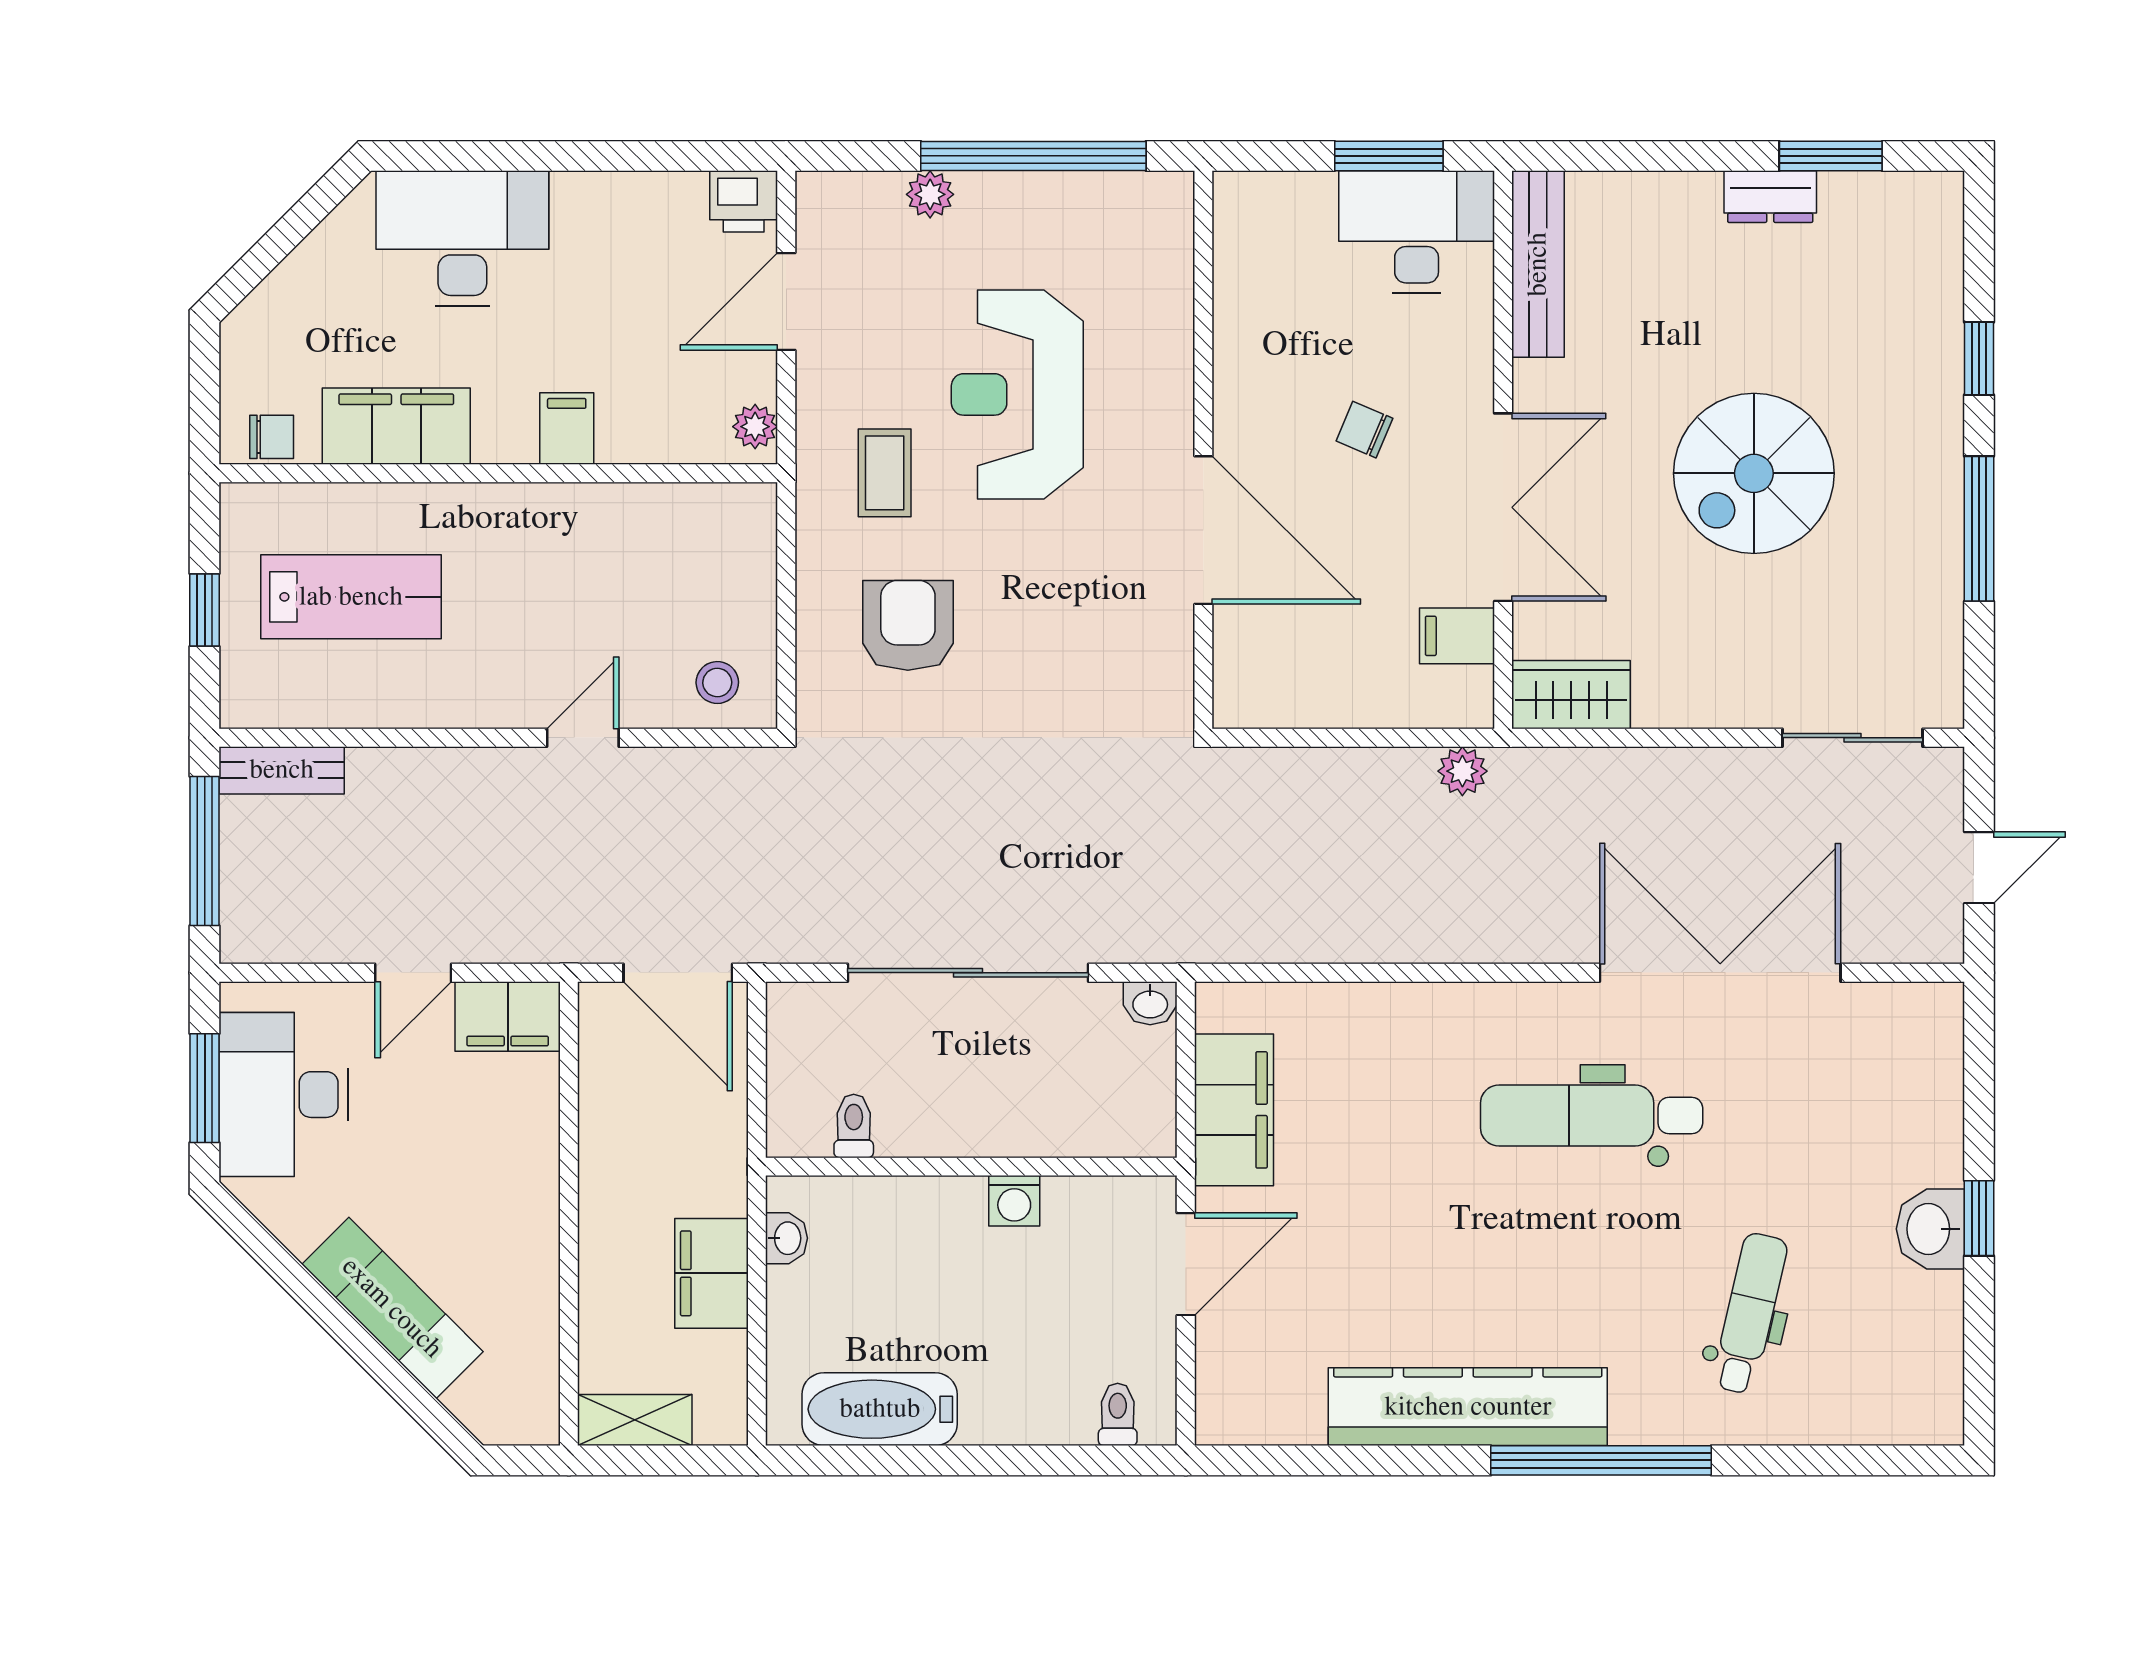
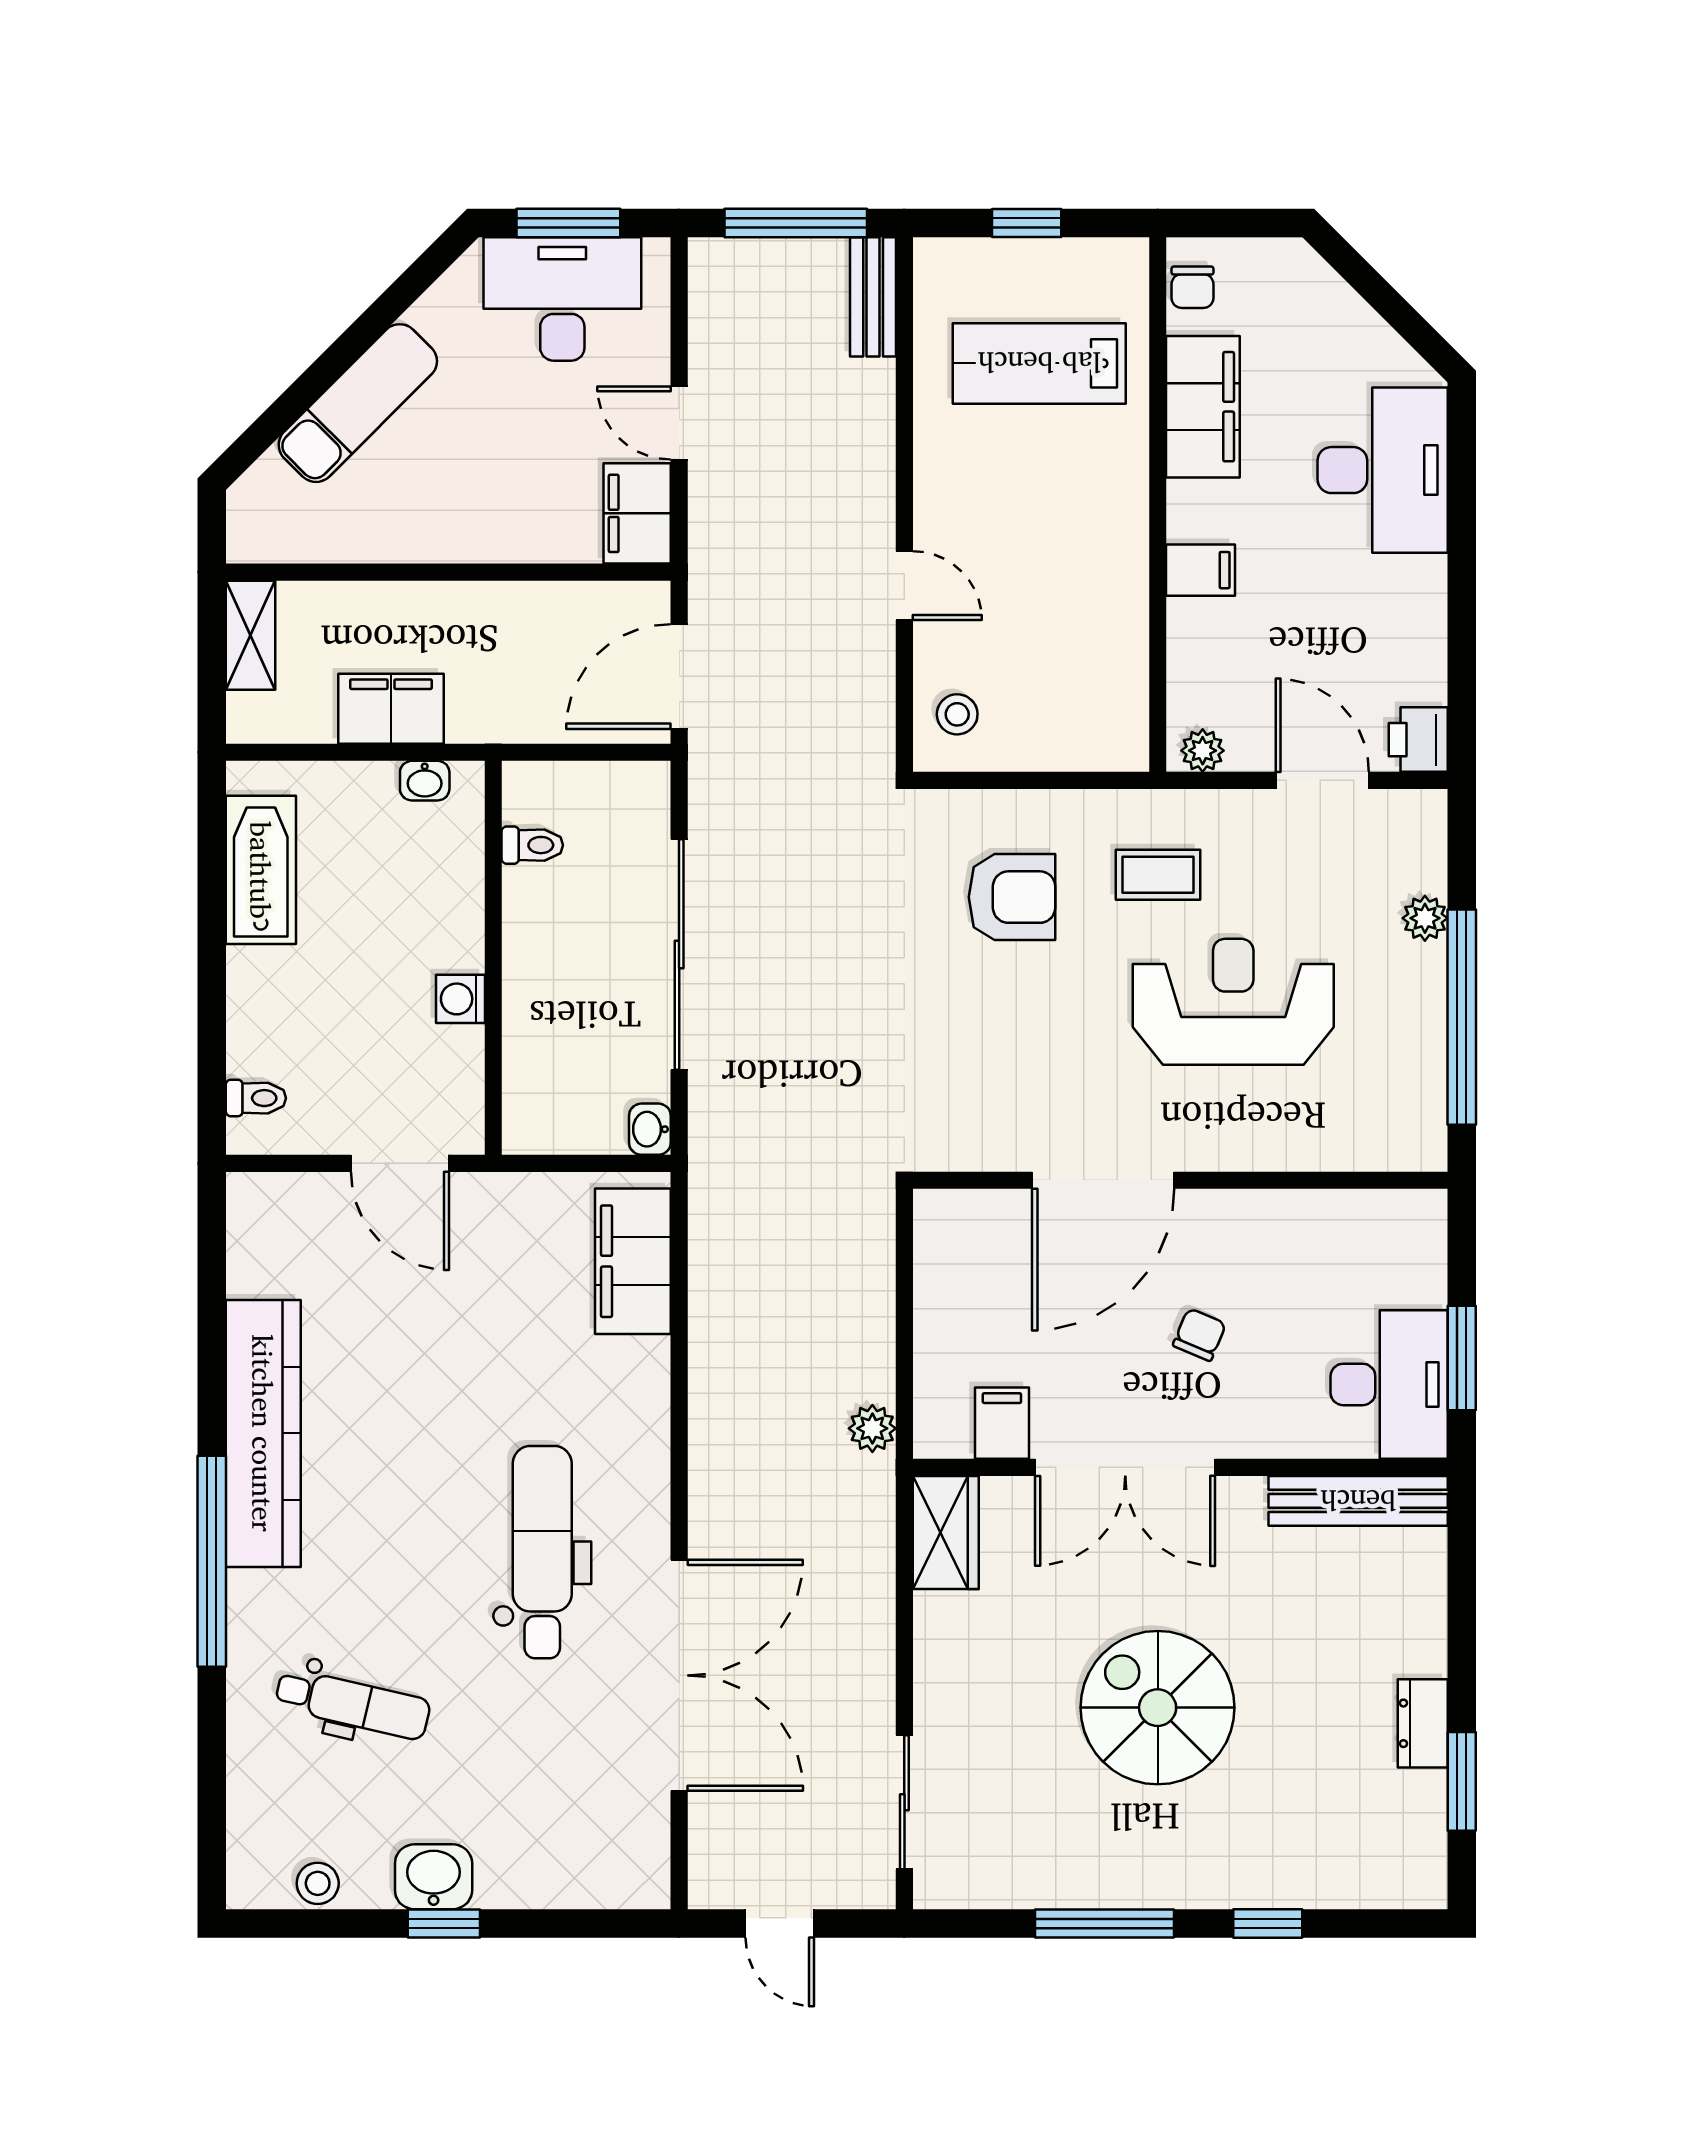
lab bench: (351, 597) -> (1039, 363), turned 90
filing cabinet: (1234, 1110) -> (633, 1261), moved, turned 90
stool: (1937, 1350) -> (318, 1883), added

